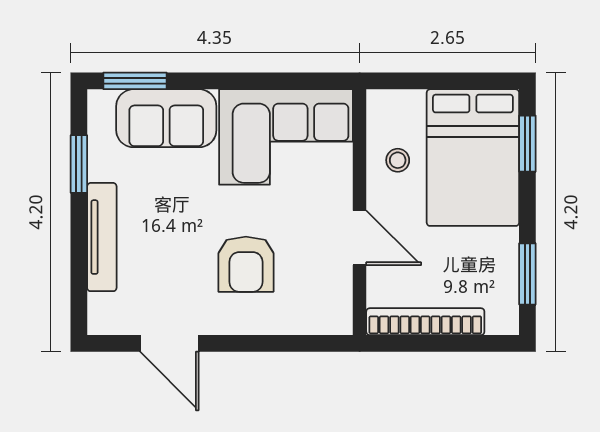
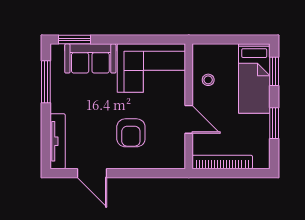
bed: (473, 158) -> (254, 79), width x0.67
window: (79, 164) -> (46, 82), width x1.44
tv unit: (102, 237) -> (58, 141), moved
window: (527, 274) -> (274, 123), moved

